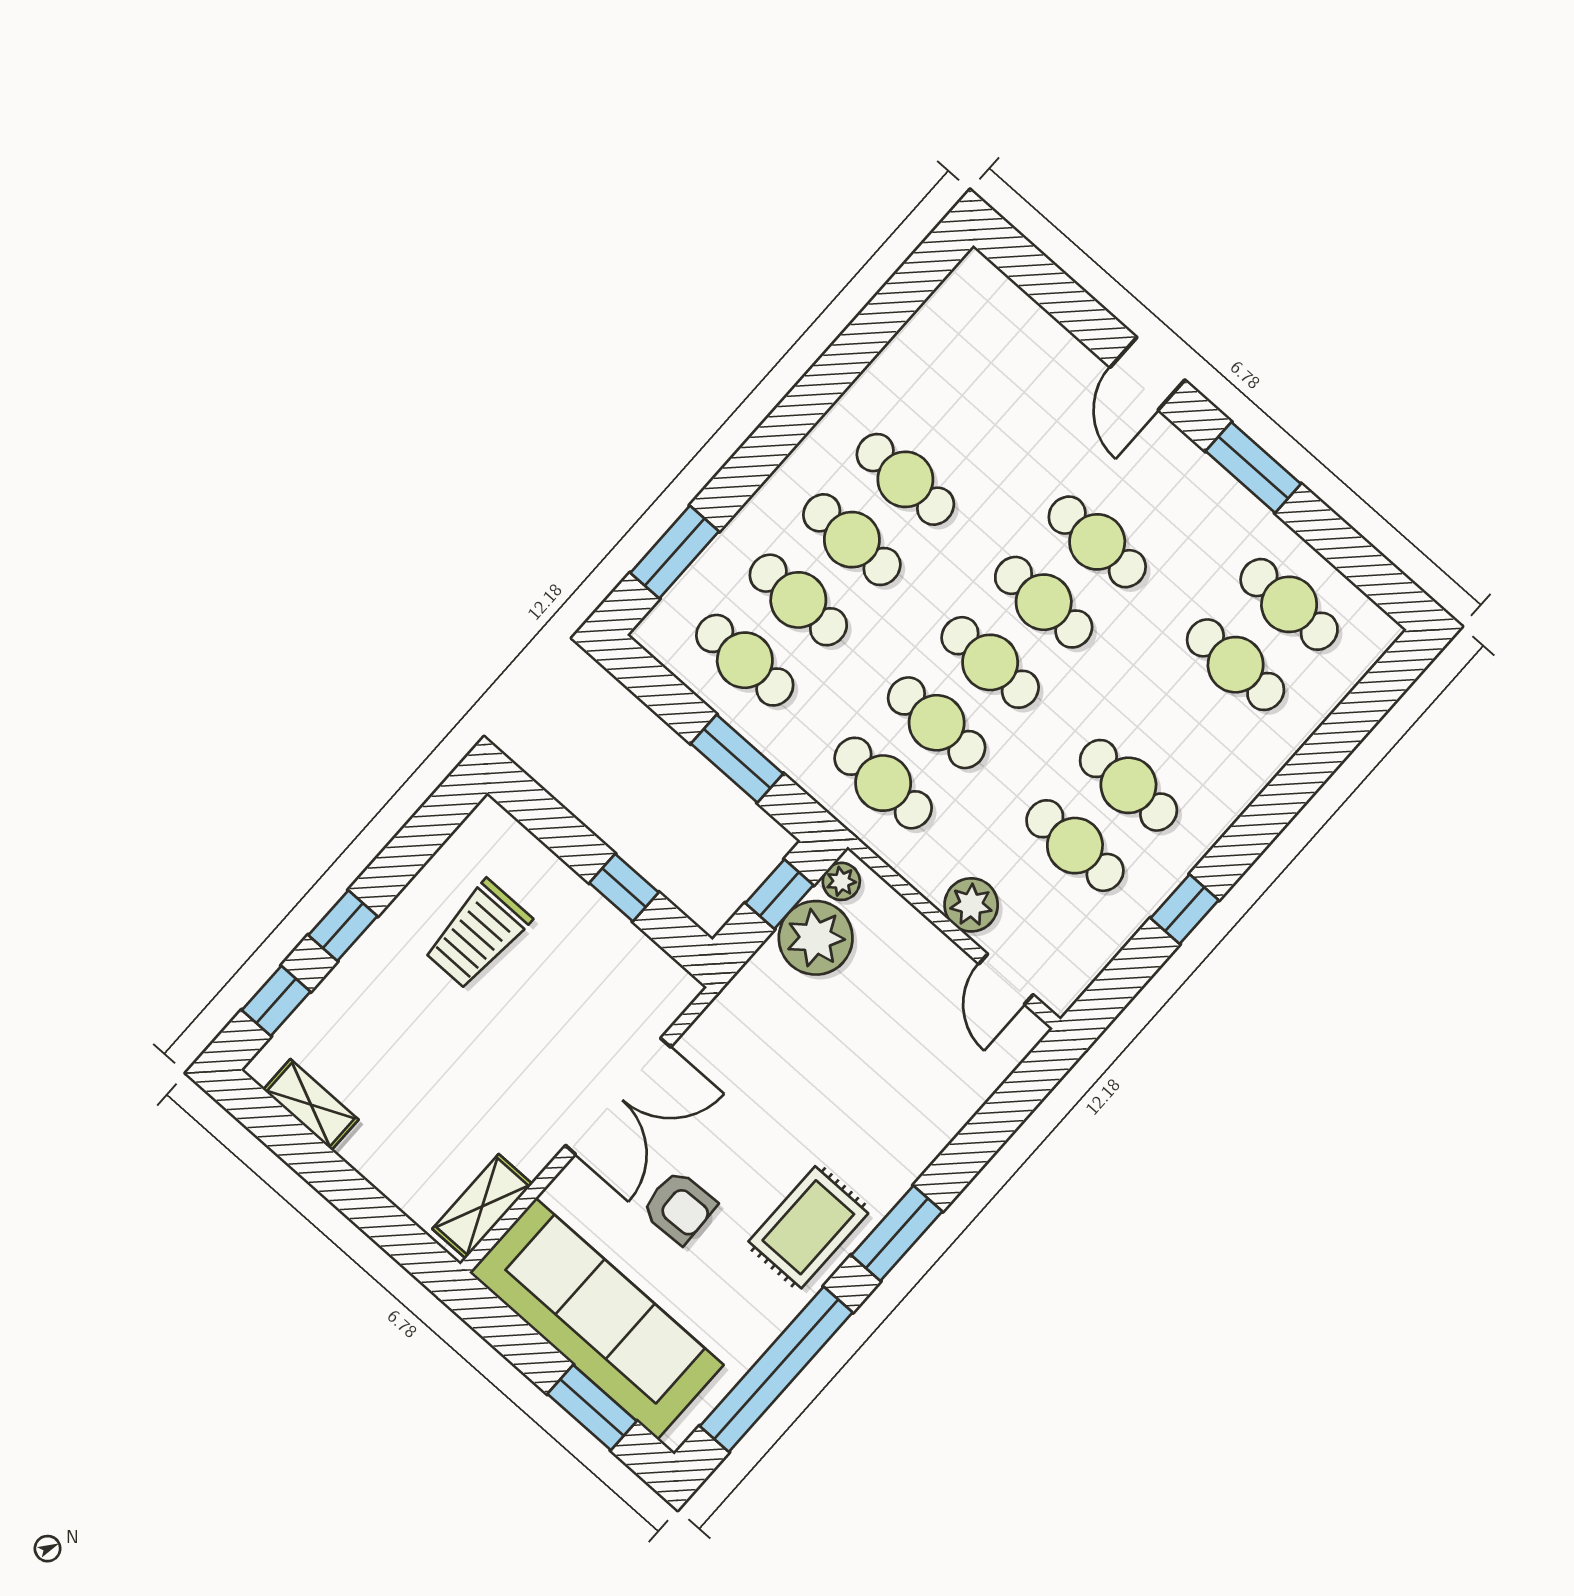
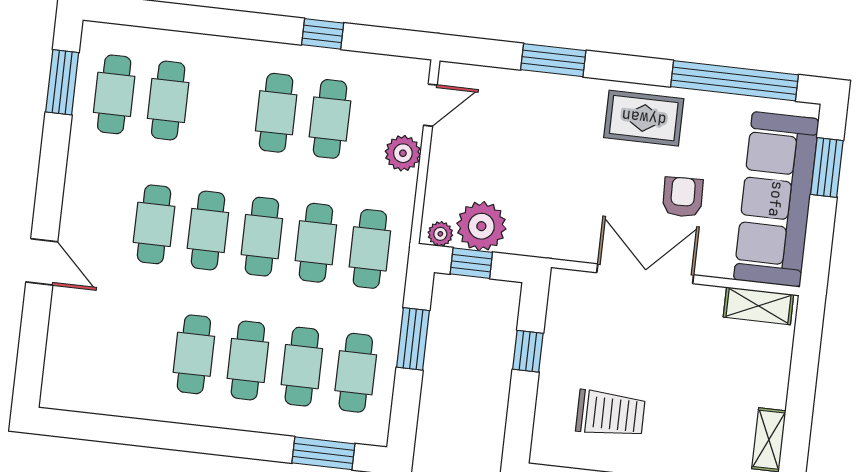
door: (1147, 374) -> (42, 262), hinge flipped
window: (1253, 467) -> (62, 82), moved
window: (897, 1233) -> (553, 60), moved

